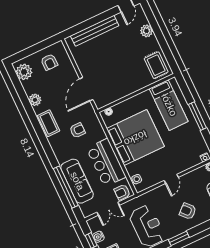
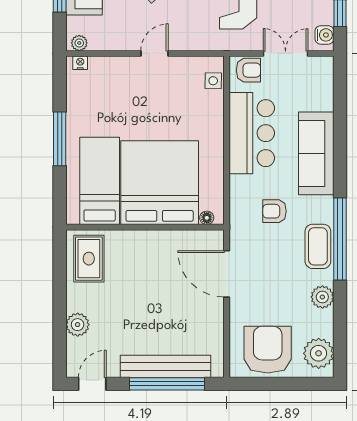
window: (90, 23) -> (167, 384), added
armchair: (49, 62) -> (268, 350), width x1.88, depth x1.88
door: (86, 89) -> (227, 274), swing flipped
bed: (135, 138) -> (160, 183), moved, turned 90
sofa: (77, 181) -> (316, 153), moved
window: (66, 187) -> (340, 239), moved
water cooler: (98, 237) -> (324, 35), moved

